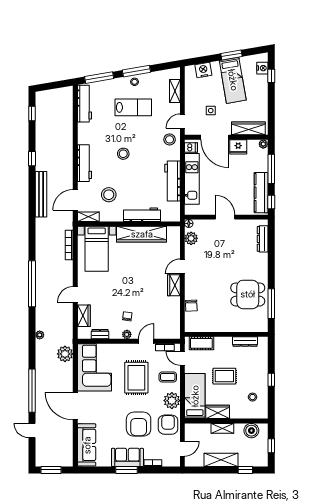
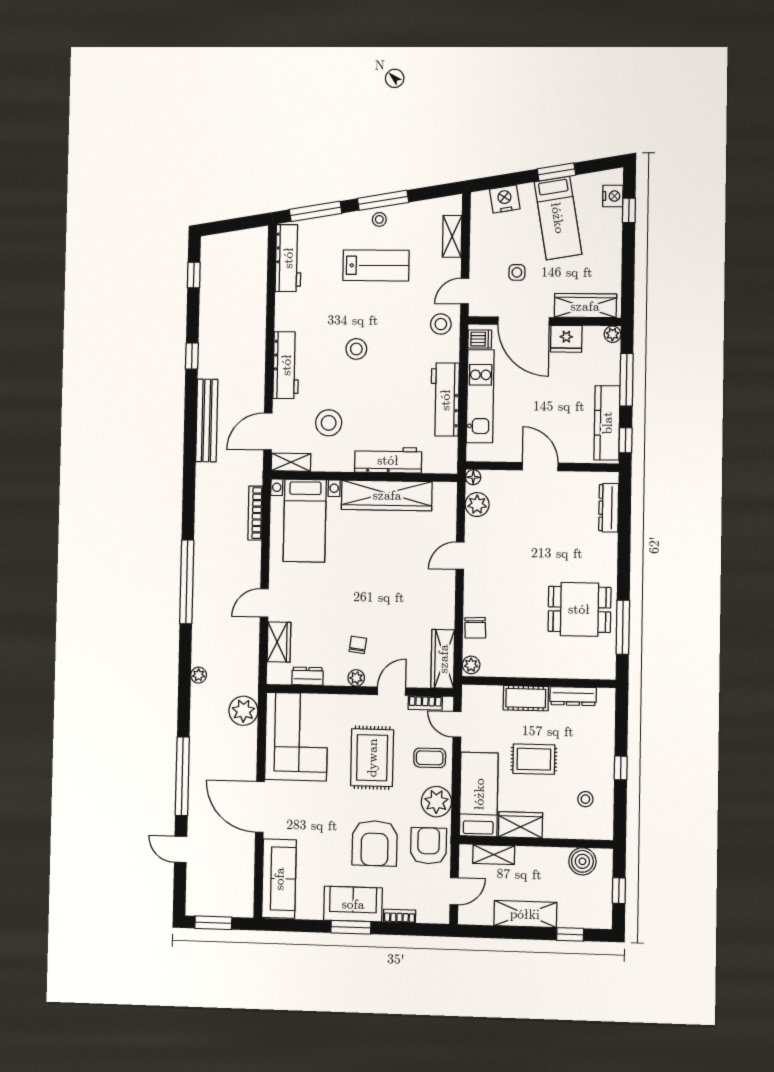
wardrobe: (174, 285) -> (443, 659), moved, width x1.50
plant: (189, 326) -> (471, 665), added
cot: (201, 343) -> (526, 698), moved
shelving: (222, 428) -> (494, 855), moved

